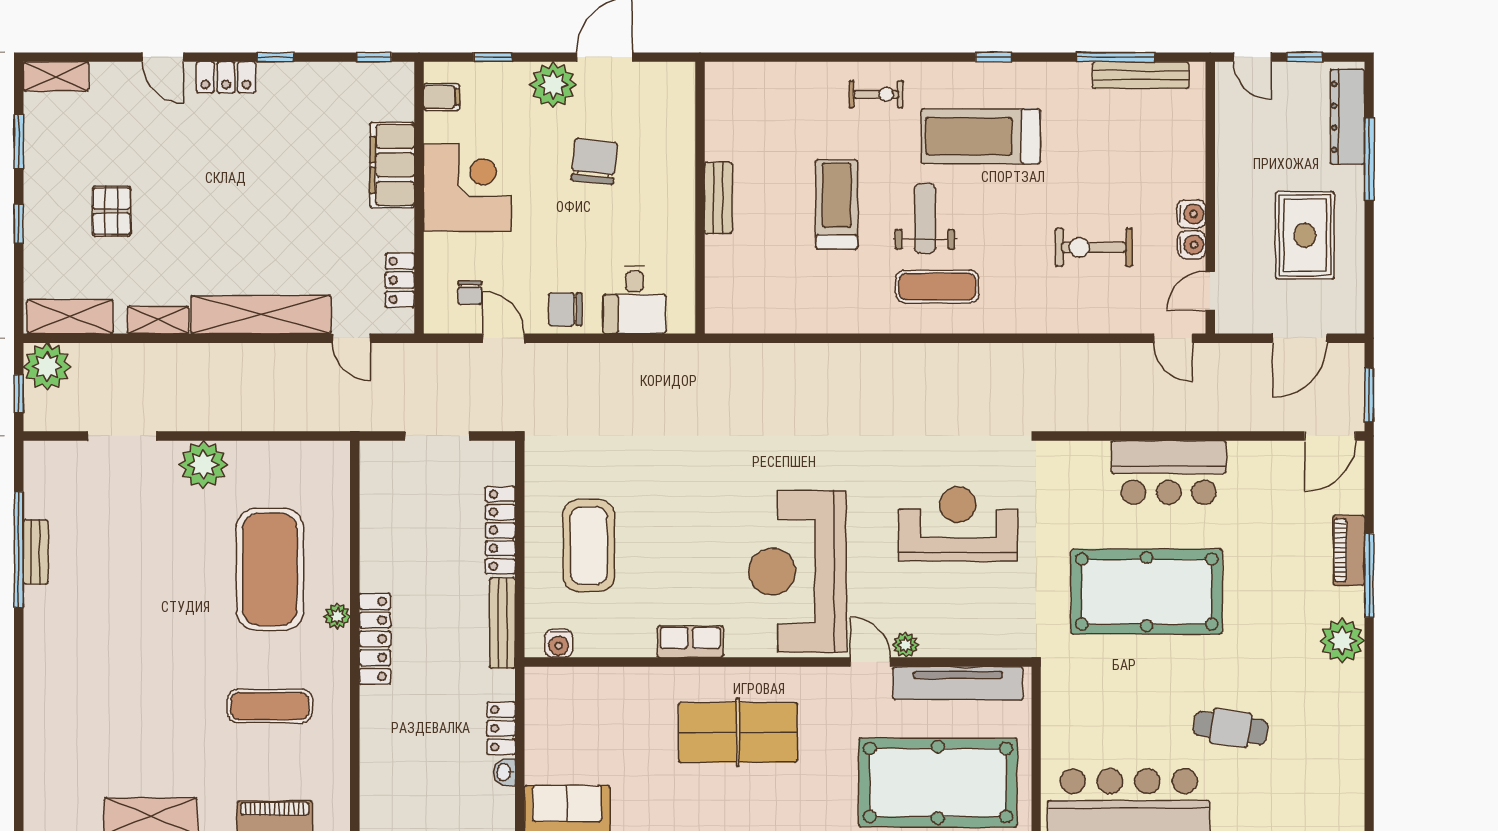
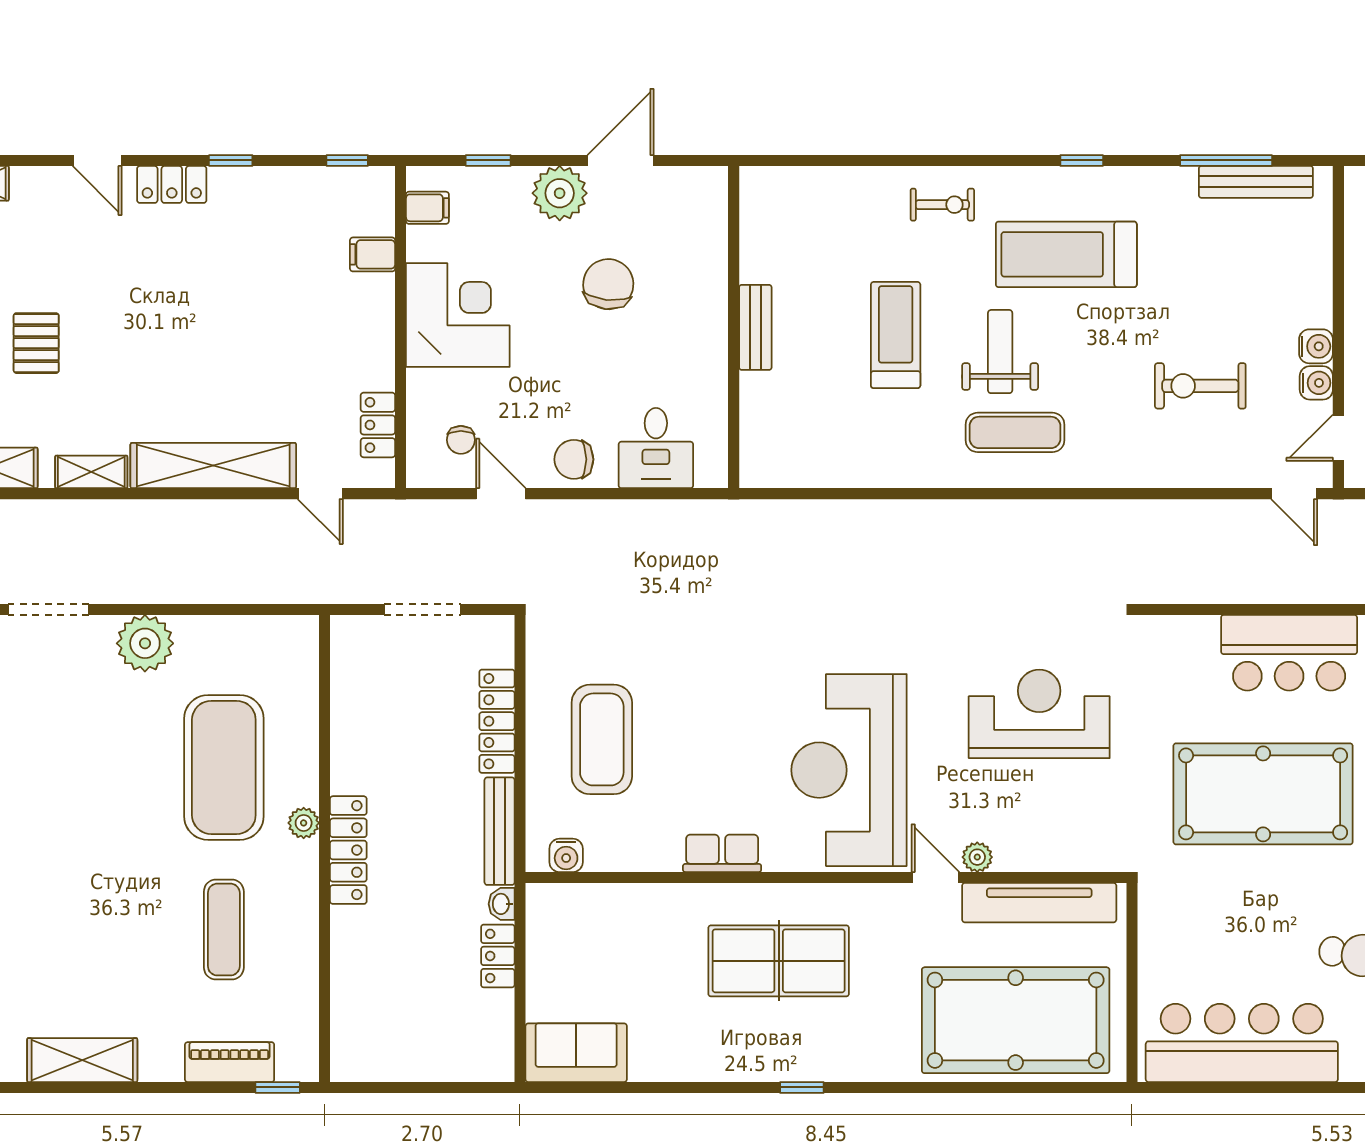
filing cabinet: (392, 165) -> (373, 254), width x0.33, depth x0.86
exercise mat: (270, 706) -> (224, 930), turned 90
washbasin: (504, 772) -> (502, 904), moved

